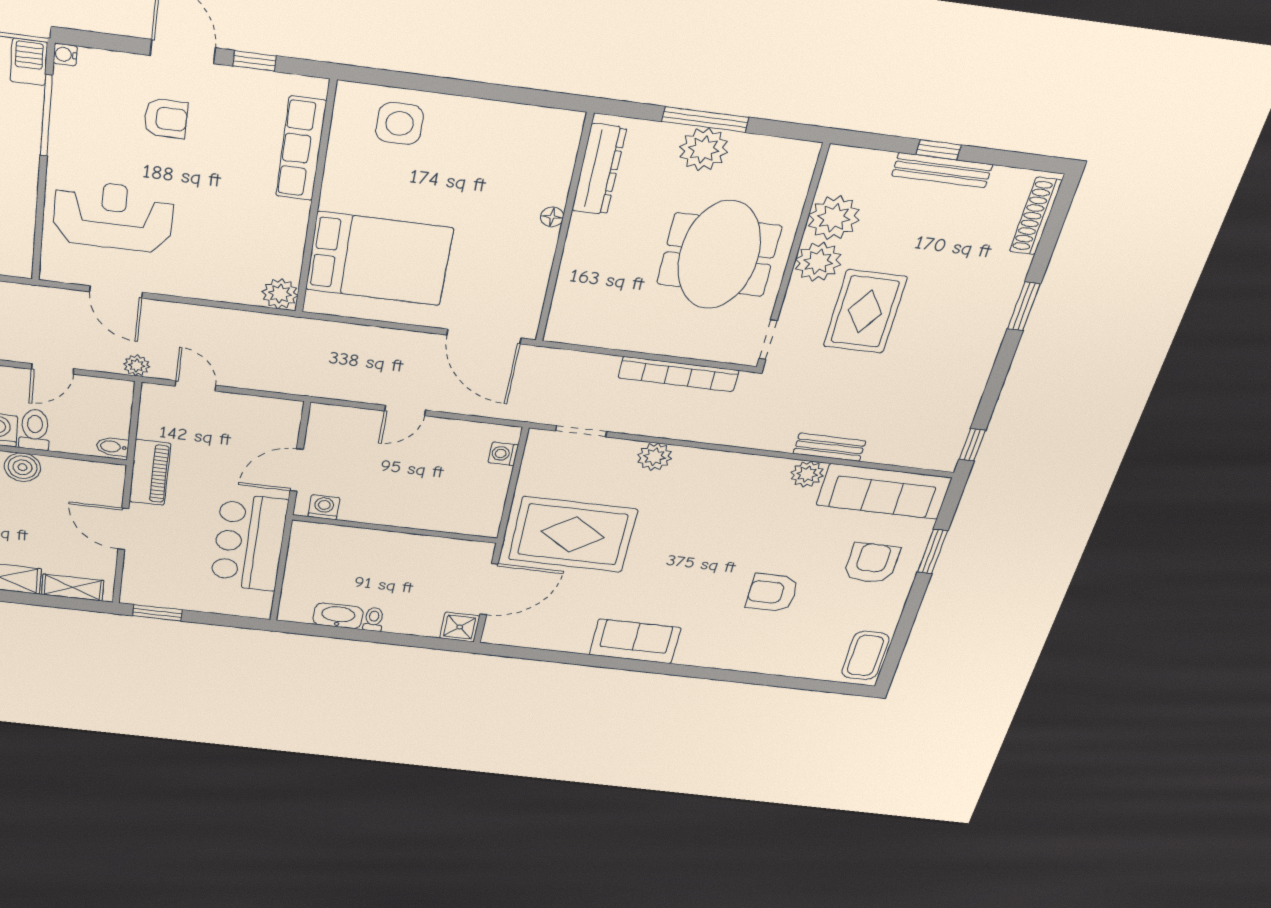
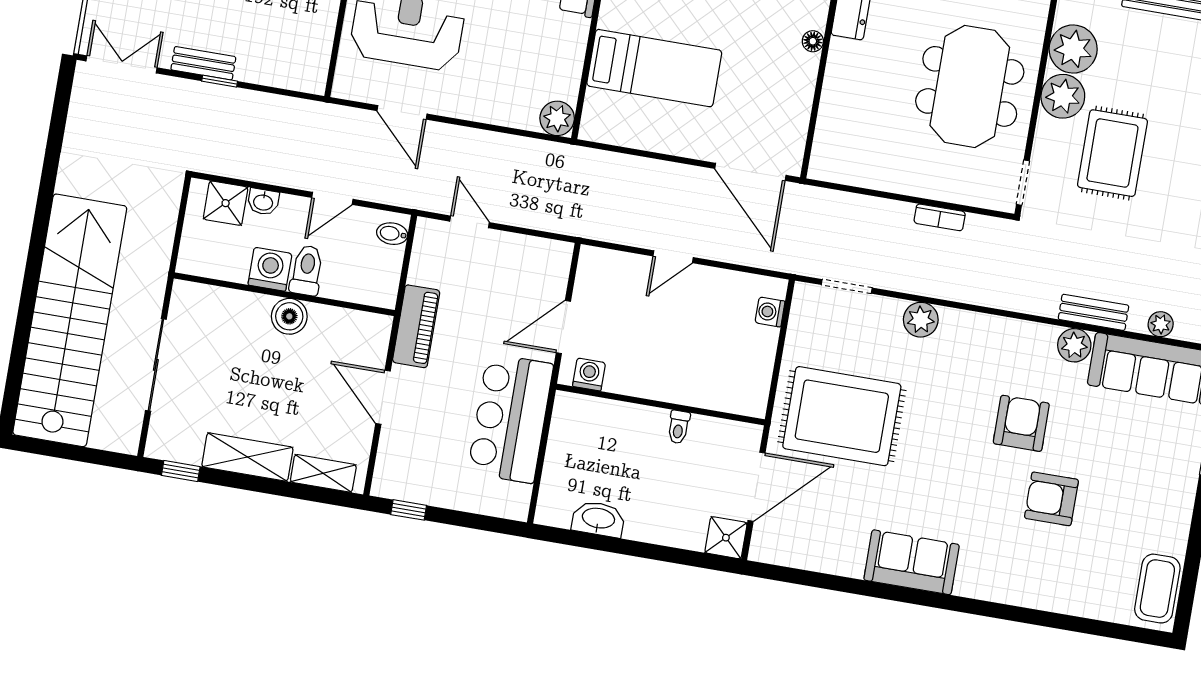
bed: (379, 259) -> (654, 68), width x0.67
plant: (137, 365) -> (1161, 324), moved
bookcase: (678, 374) -> (940, 217), width x0.43, depth x0.76
bidet: (113, 447) -> (392, 234), moved
armchair: (872, 563) -> (1021, 423), moved
window: (157, 613) -> (409, 510), width x0.67
toilet: (374, 619) -> (679, 427), moved, turned 180

